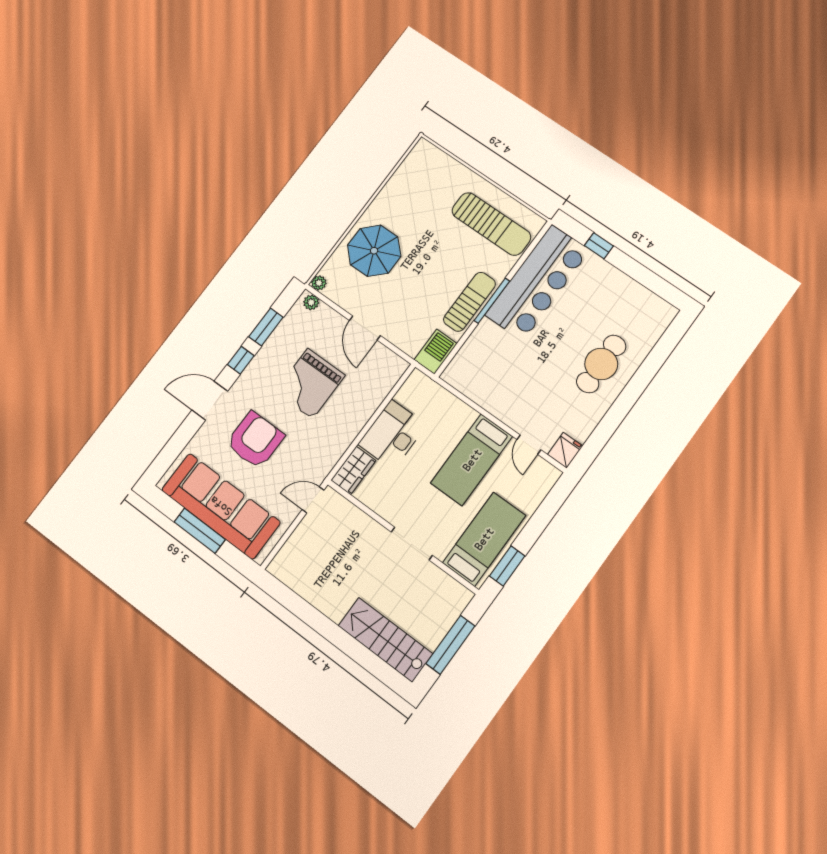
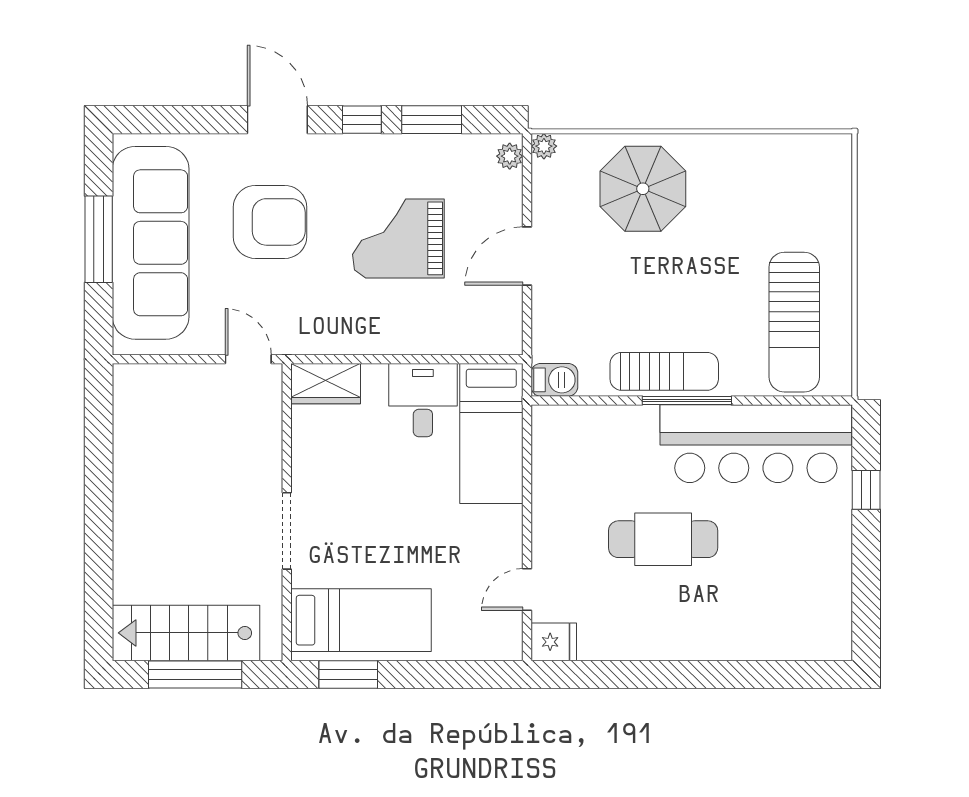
barbecue: (436, 352) -> (554, 380), width x0.73, depth x0.79
cafe table: (601, 364) -> (663, 539), moved
desk: (392, 435) -> (423, 400), width x0.73
bed: (472, 460) -> (491, 434), moved, turned -90
stairs: (385, 640) -> (186, 633), moved, turned -90

